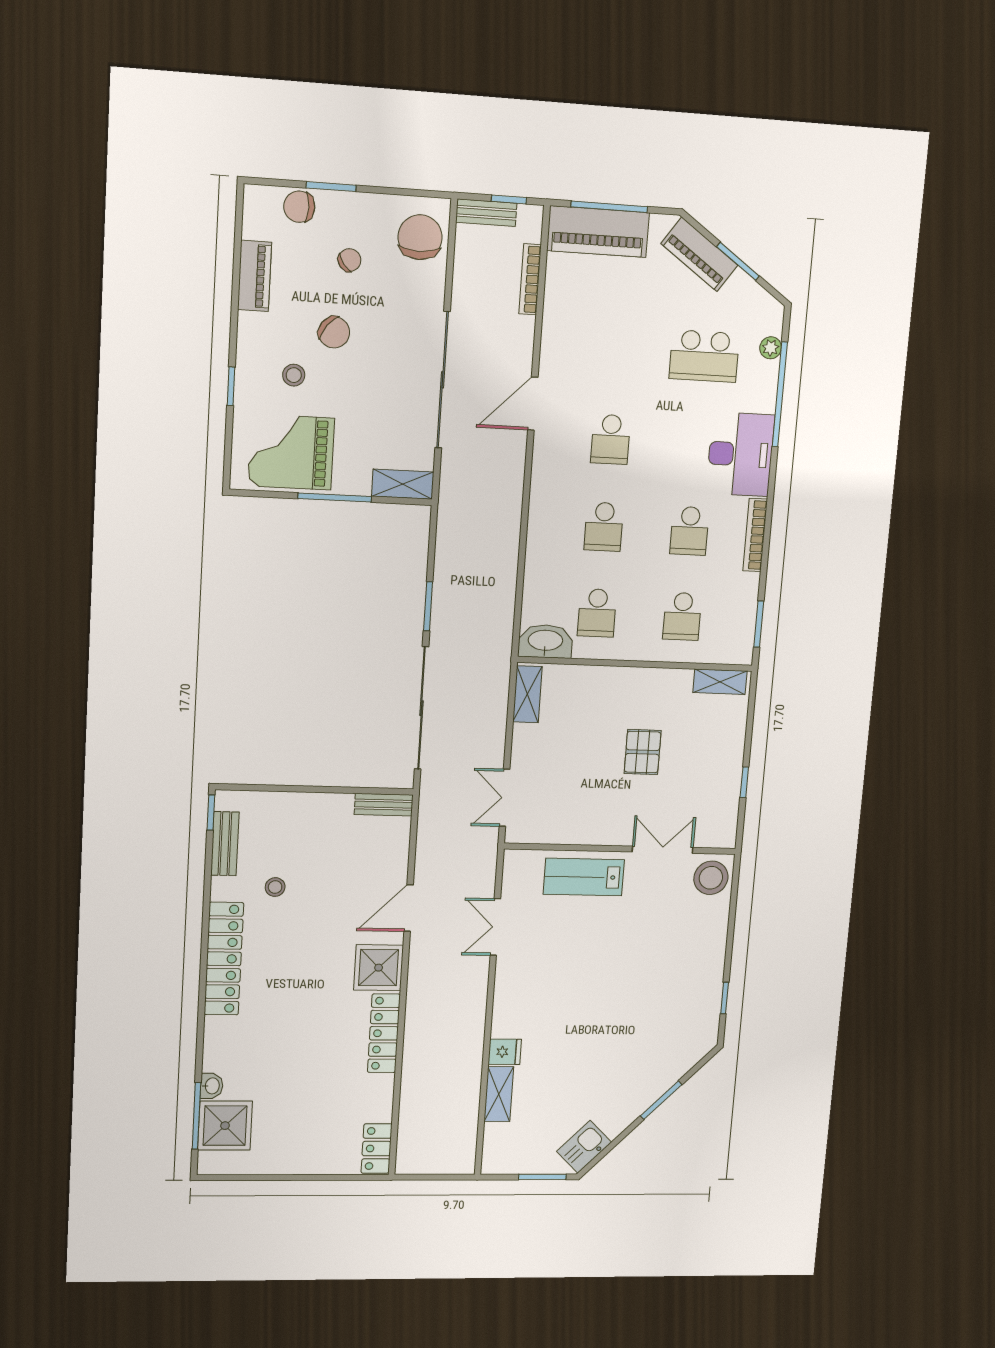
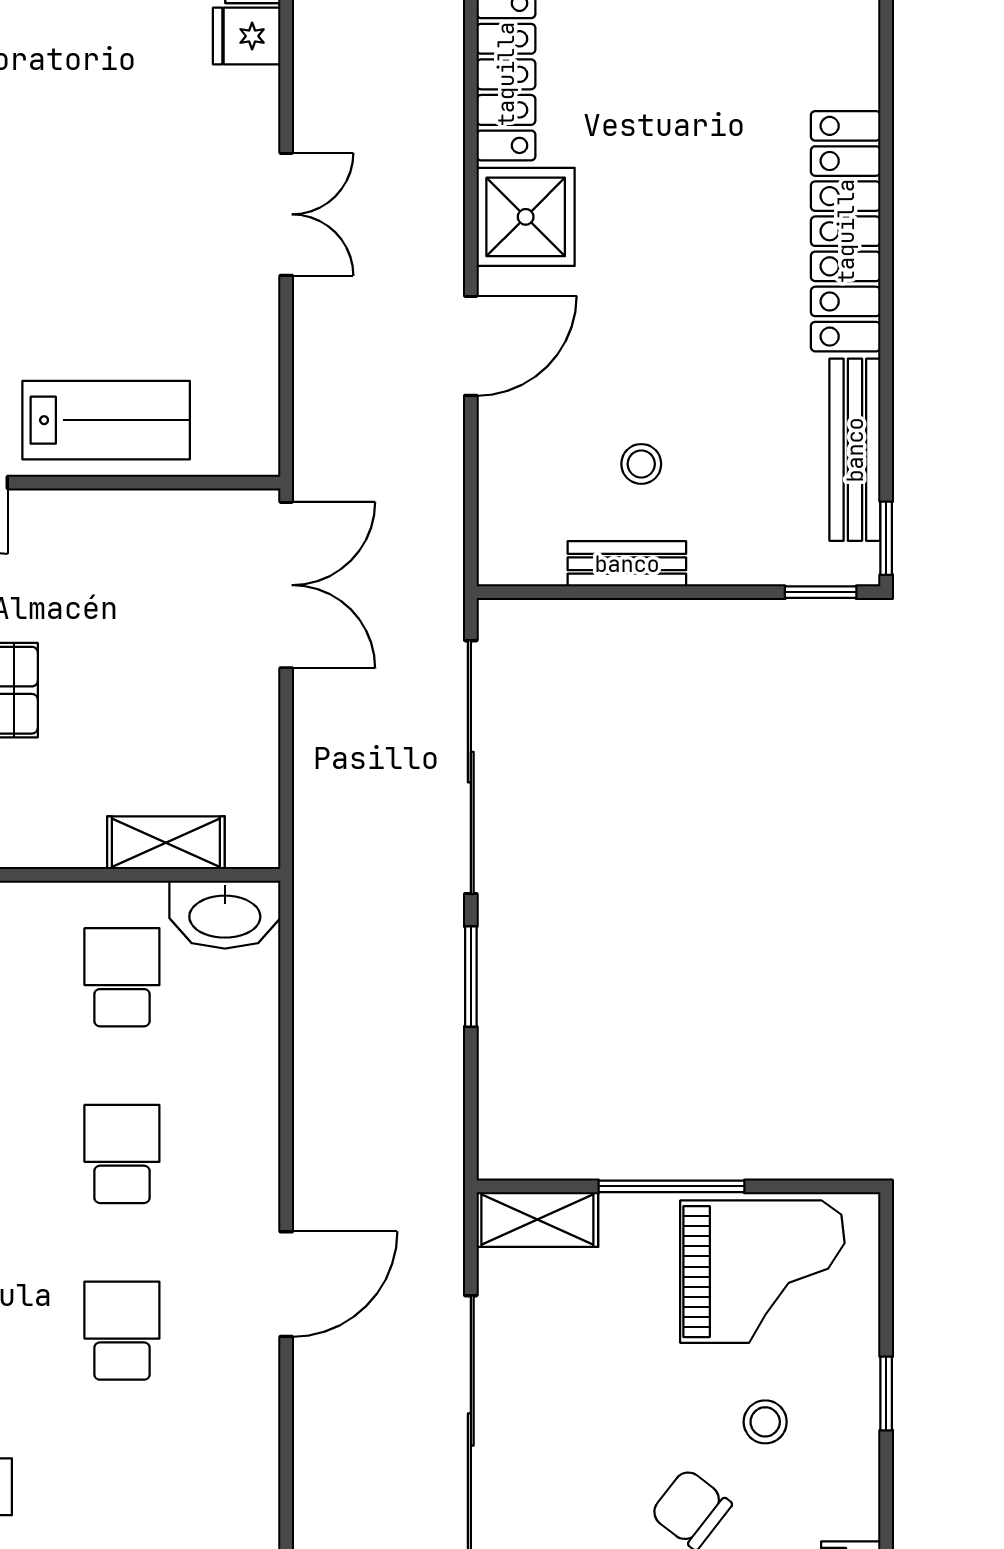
door: (533, 404) -> (286, 1284), moved
shelving: (527, 694) -> (166, 843), moved, turned 90
window: (245, 787) -> (821, 592), added
double door: (505, 798) -> (286, 585), width x1.37
bench: (384, 805) -> (627, 564), moved
bench: (225, 844) -> (855, 450), width x1.36
stool: (275, 887) -> (641, 464), moved
double door: (495, 927) -> (286, 214), moved

